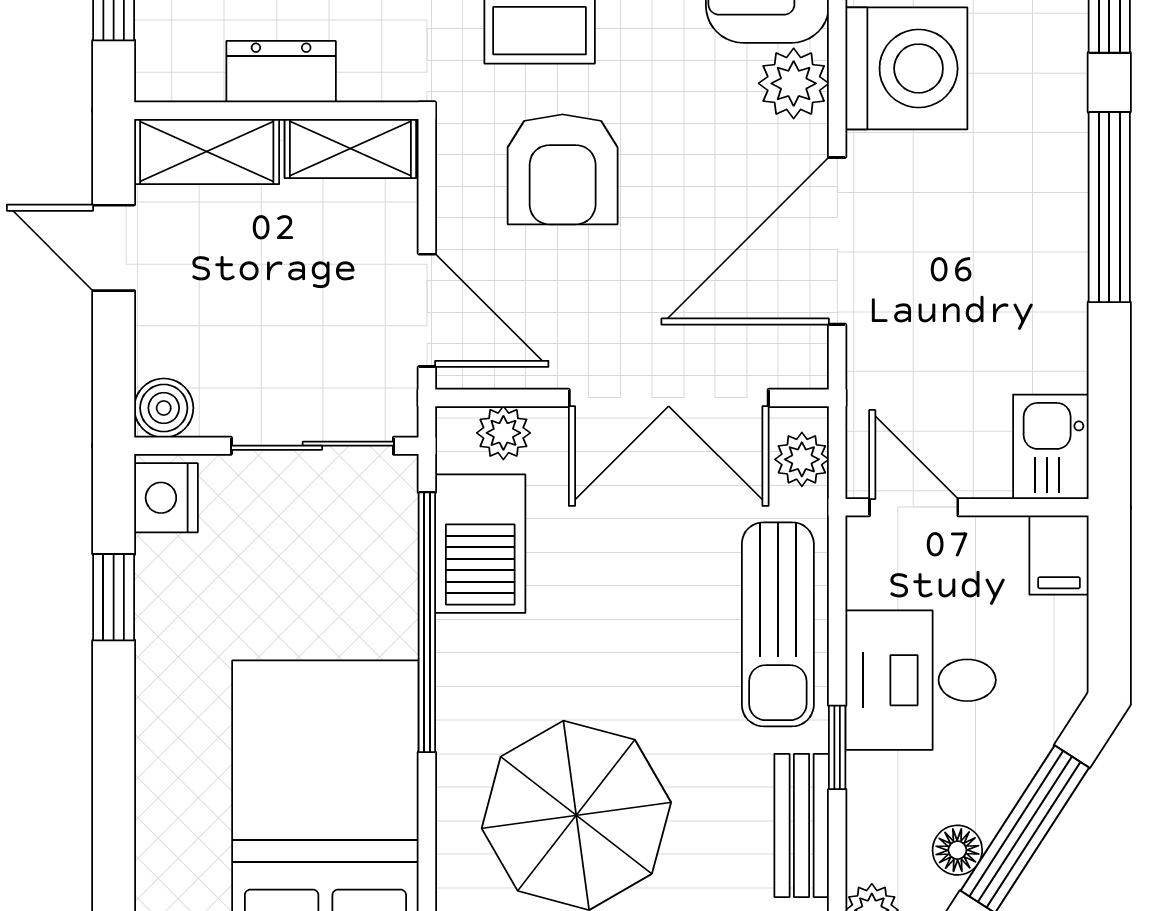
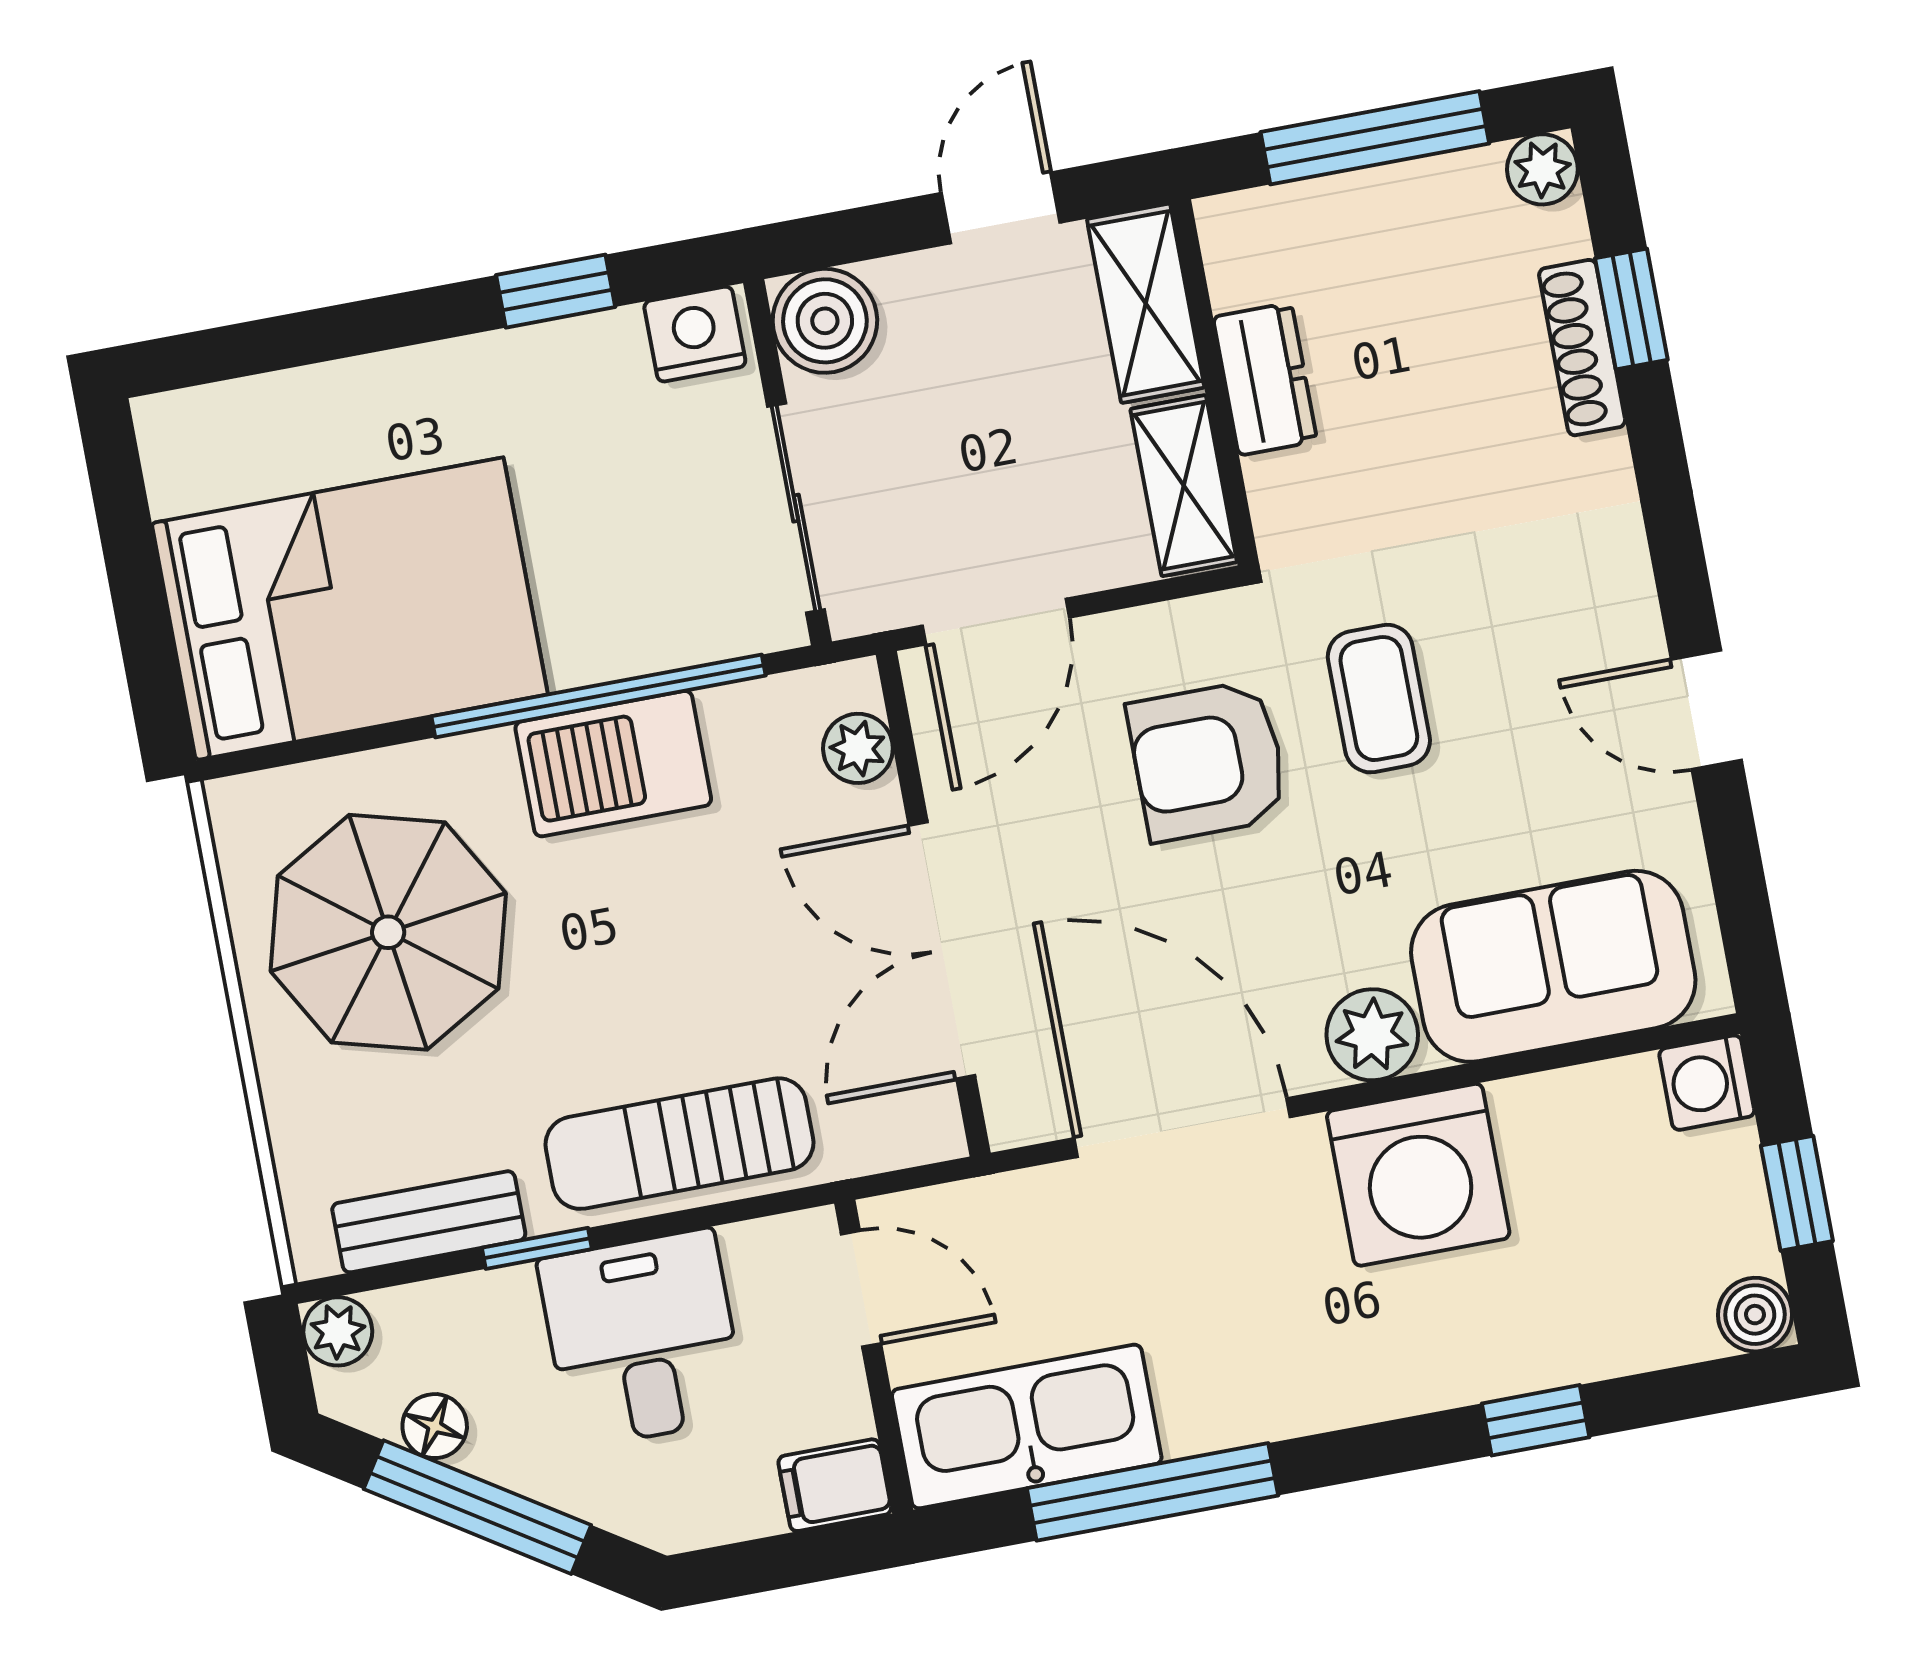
window: (1109, 207) -> (1152, 1492), moved
boiler: (164, 408) -> (825, 321), width x1.36, depth x1.36
kitchen sink: (1051, 447) -> (1027, 1427), width x1.88, depth x1.24
plant: (802, 459) -> (895, 1135), removed
door: (914, 507) -> (861, 1289), hinge flipped
barbecue: (480, 544) -> (613, 764), moved

